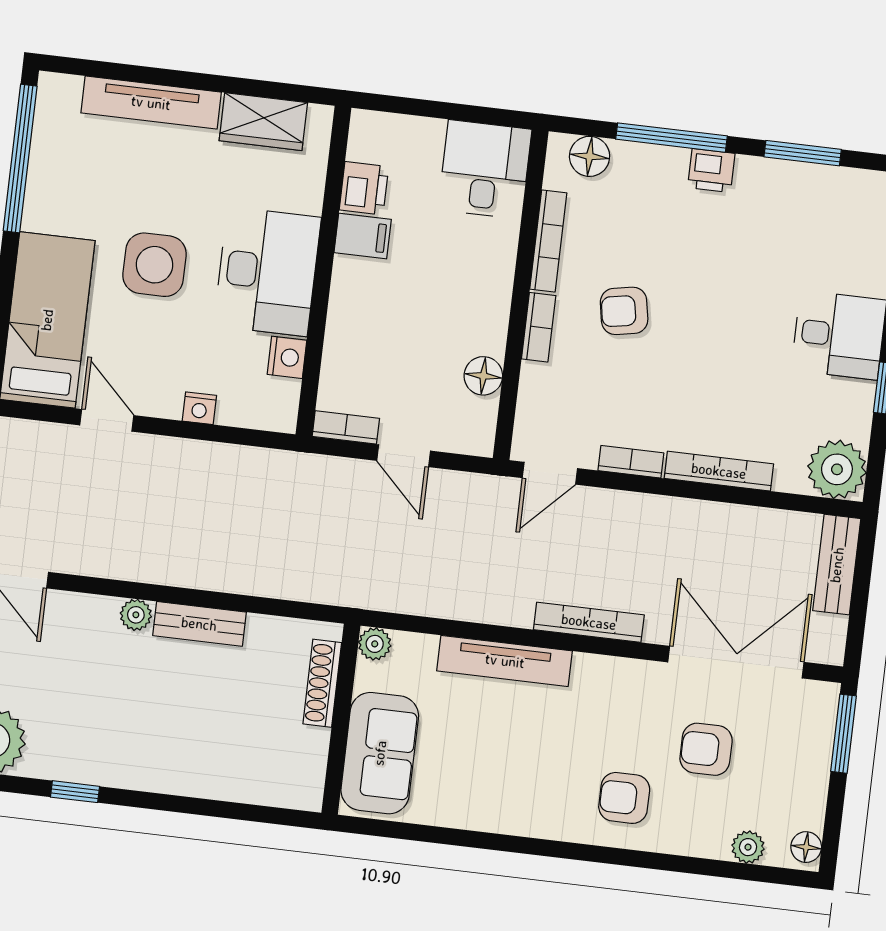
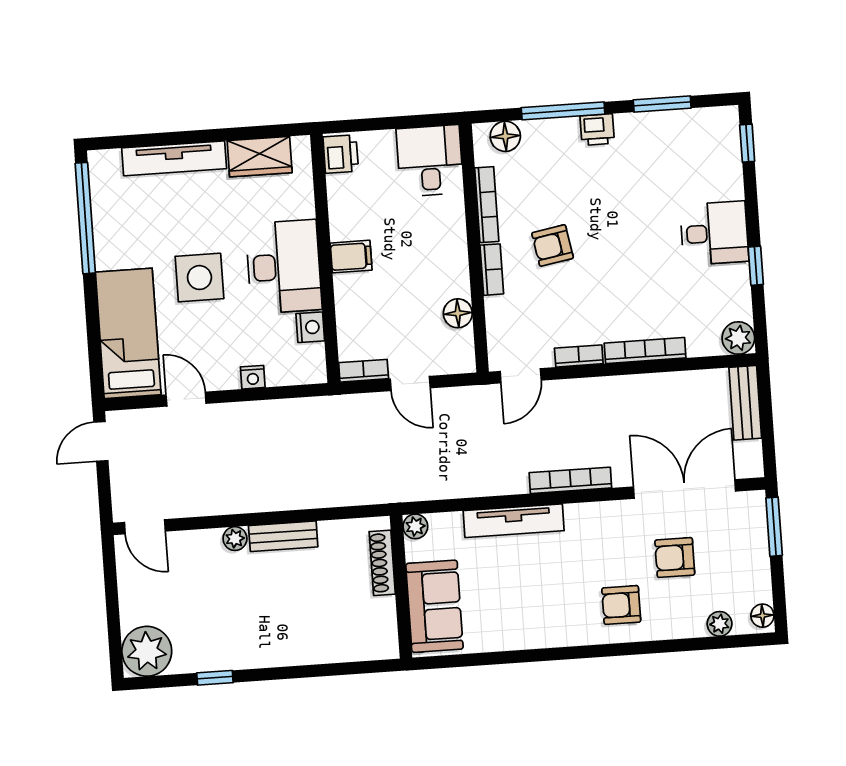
printer: (364, 188) -> (341, 154), moved
filing cabinet: (363, 236) -> (351, 257), moved
plant: (837, 469) -> (738, 338), width x0.73, depth x0.73

